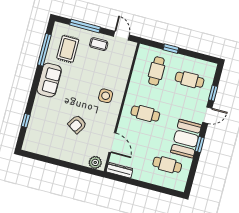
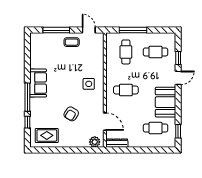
rug: (68, 49) -> (47, 135), moved, turned 90
window: (171, 49) -> (133, 30), width x2.17
window: (44, 50) -> (27, 97), moved
window: (200, 144) -> (178, 131), moved

